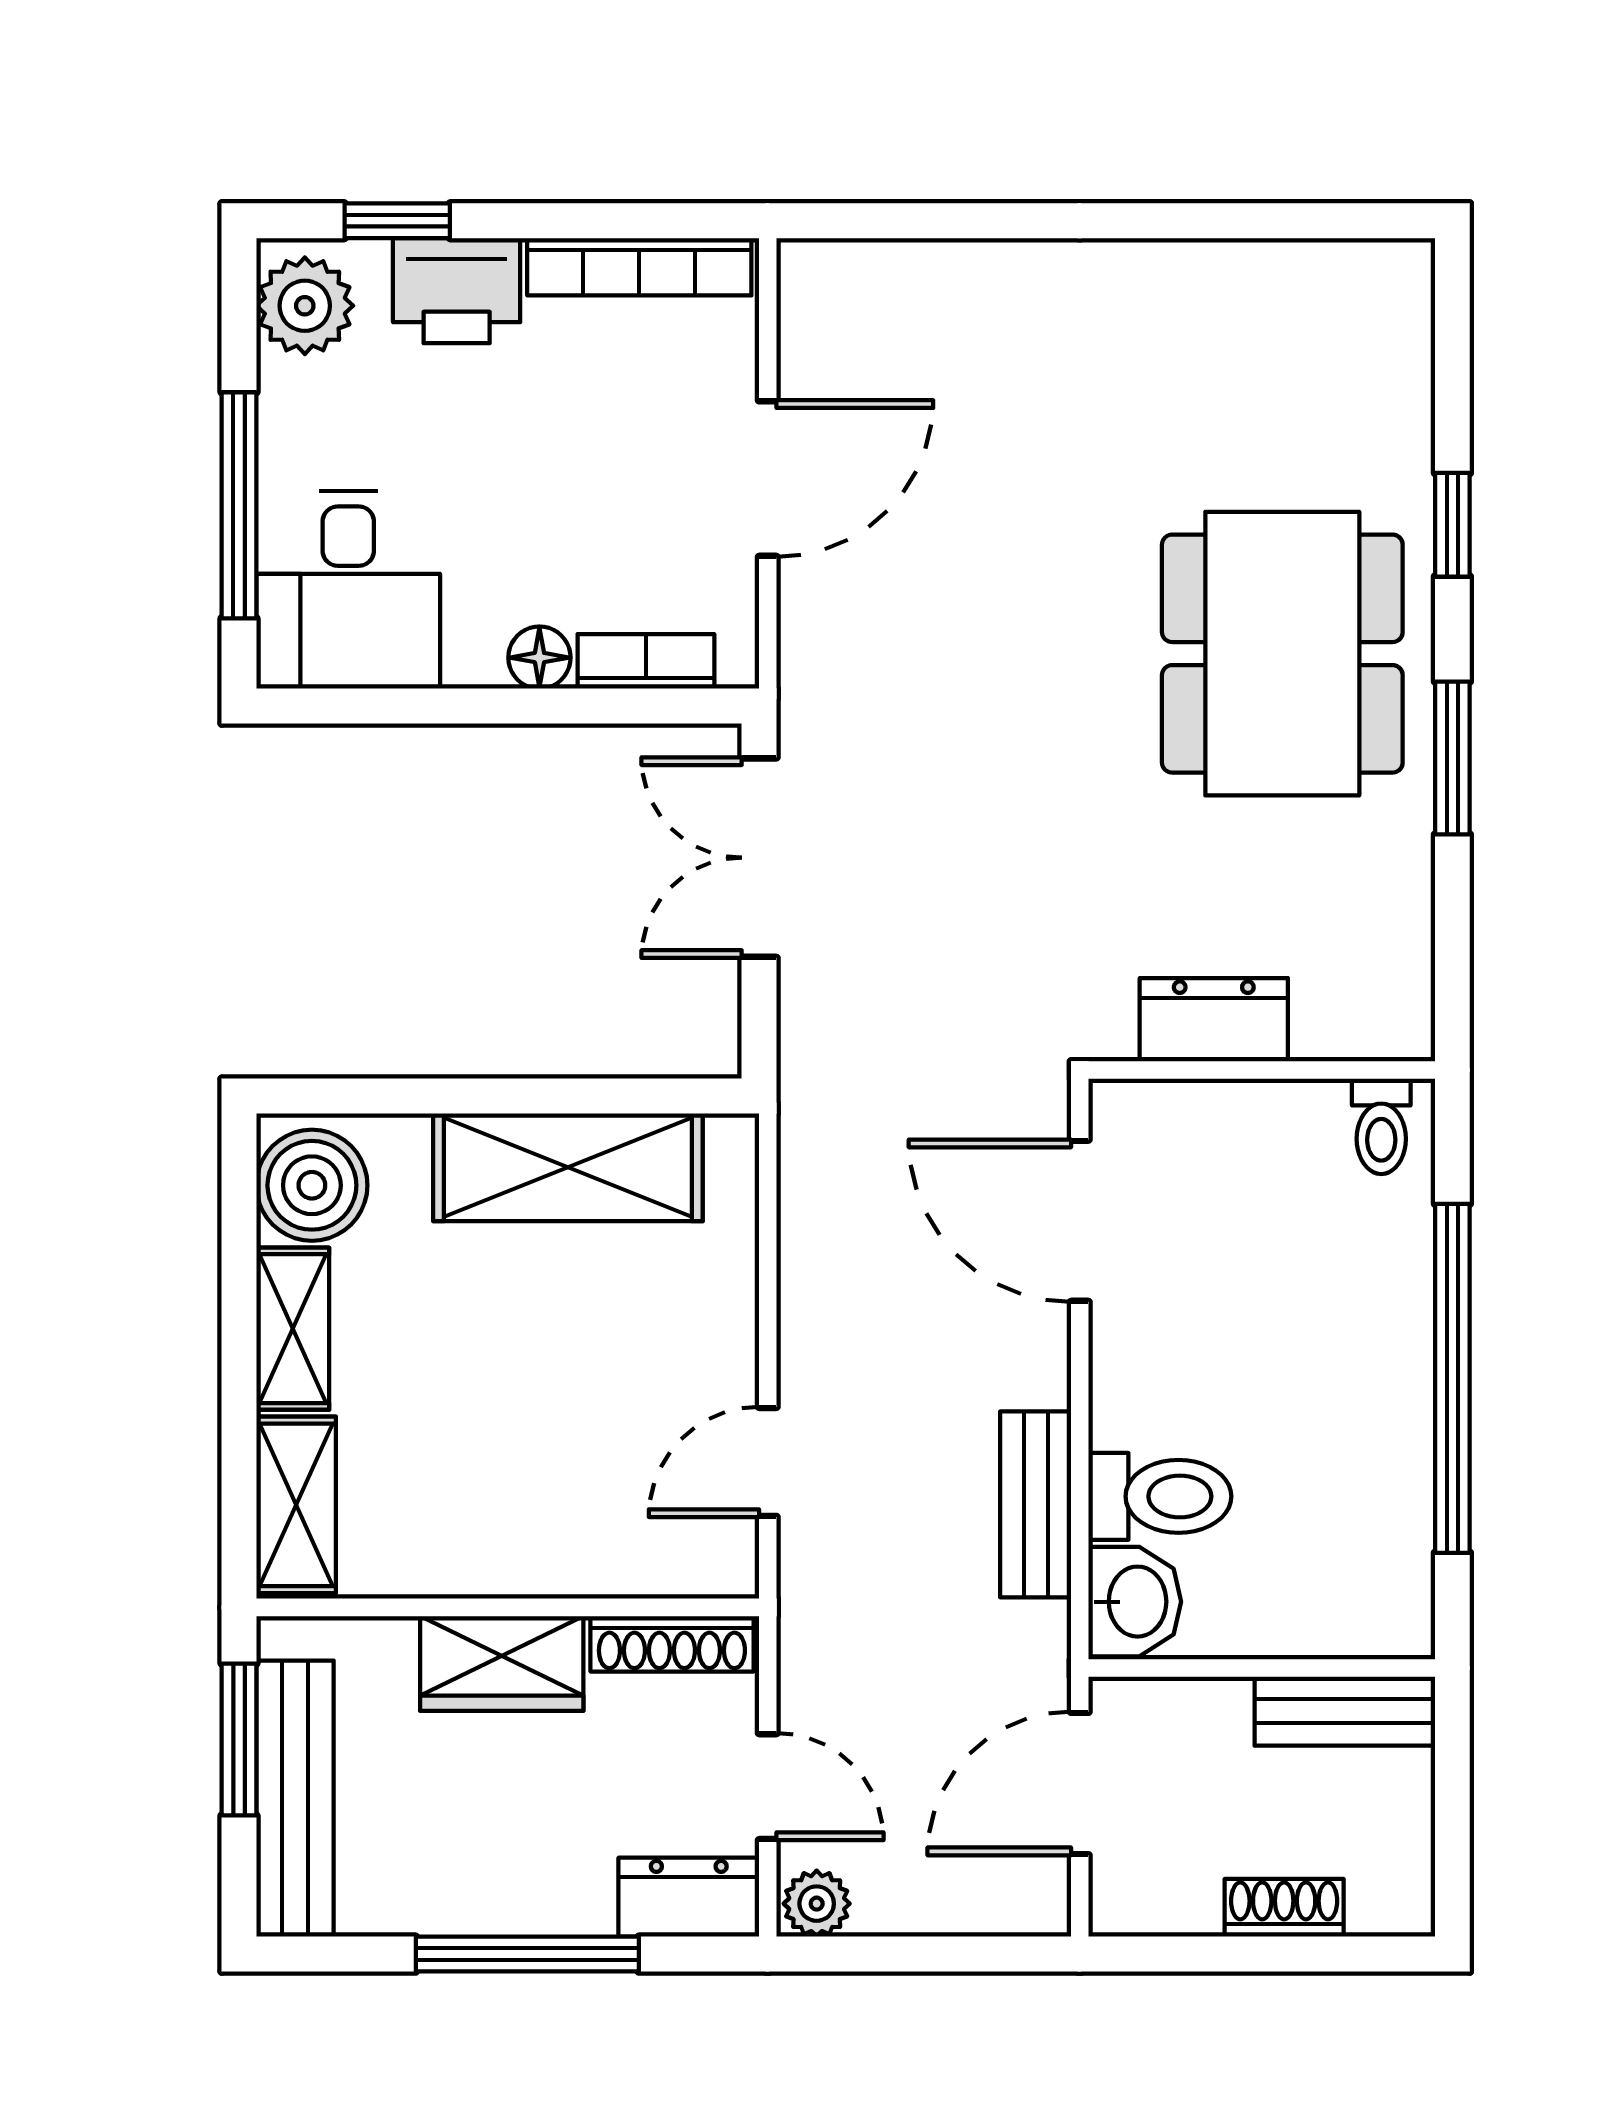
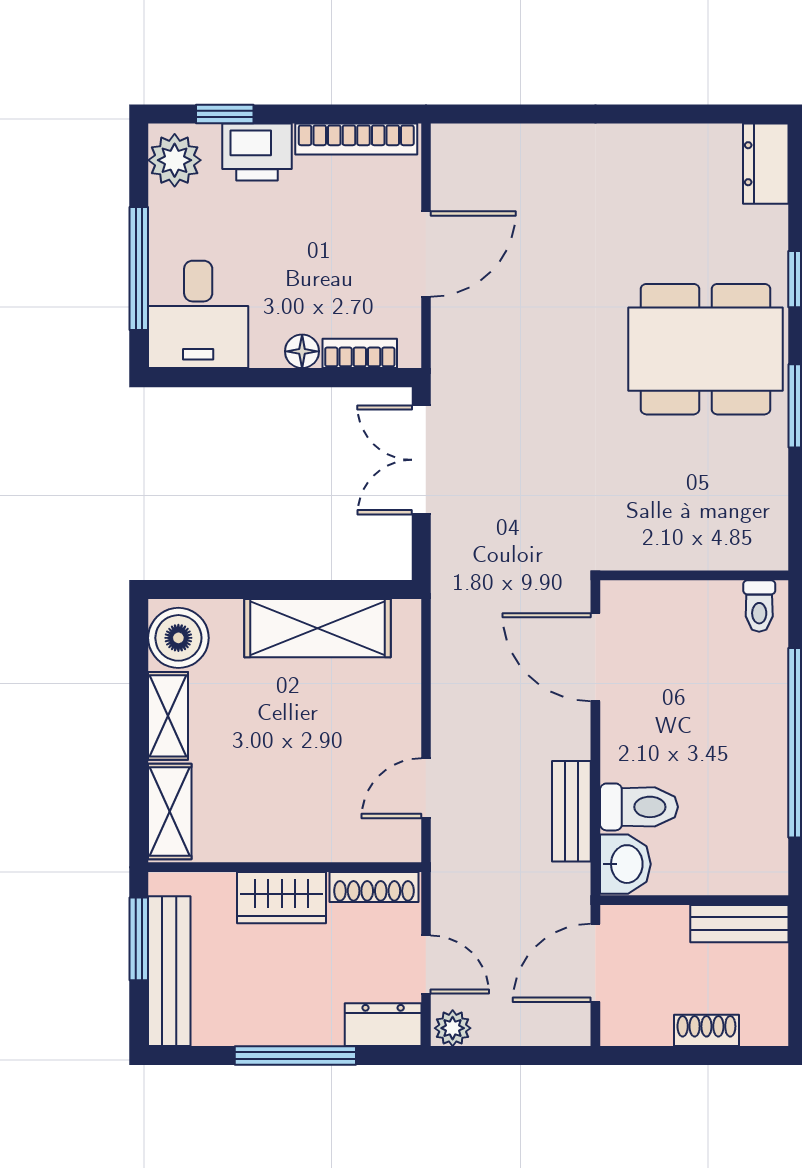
dining table: (1282, 654) -> (705, 349), turned 90
dresser: (1214, 1020) -> (766, 164), moved, turned -90

